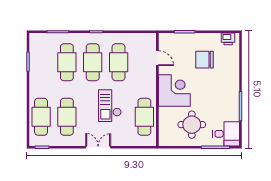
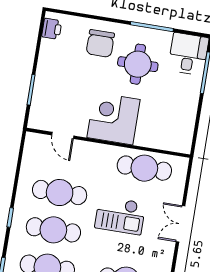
door: (157, 58) -> (63, 135), swing flipped
chair: (204, 60) -> (100, 43), moved
round table: (192, 125) -> (138, 64), moved
double door: (98, 147) -> (180, 224), moved

